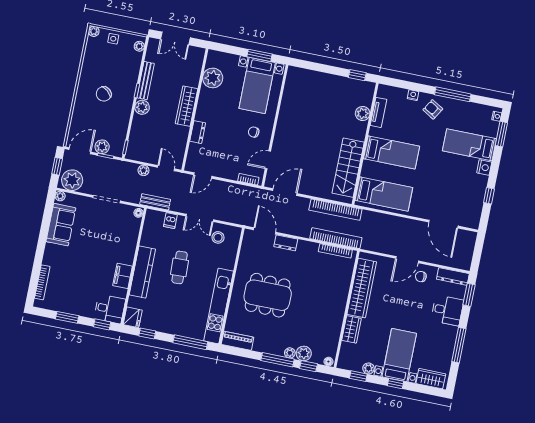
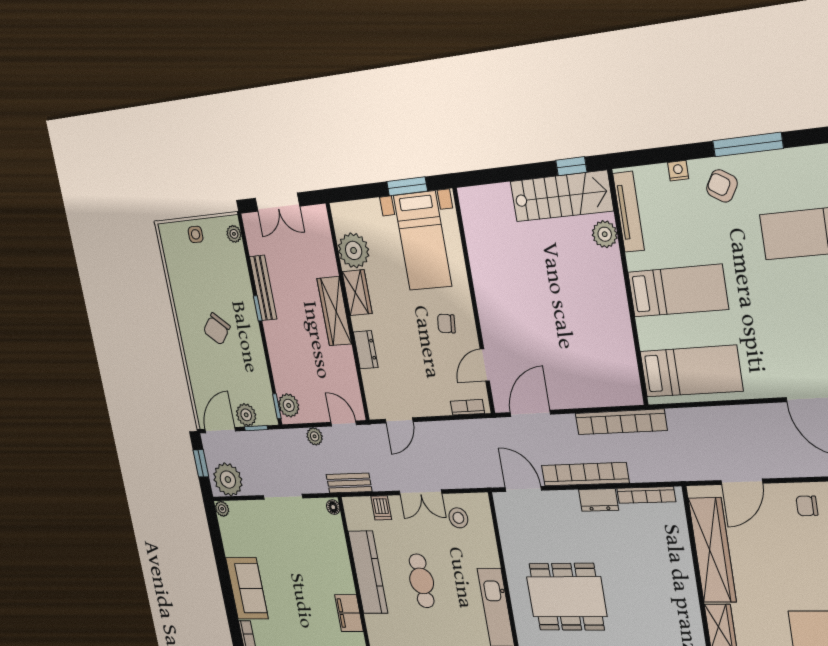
plant: (94, 31) -> (166, 232), removed
wardrobe: (205, 100) -> (357, 293), added
plant: (142, 107) -> (289, 405), moved
tv unit: (378, 112) -> (629, 212), width x1.41
stairs: (348, 168) -> (562, 196), moved, turned -90
sofa: (61, 225) -> (247, 588), moved
bookcase: (336, 238) -> (585, 474), moved
dresser: (286, 243) -> (599, 500), moved
door: (407, 260) -> (742, 482), moved
kitchen counter: (142, 272) -> (368, 572), moved

